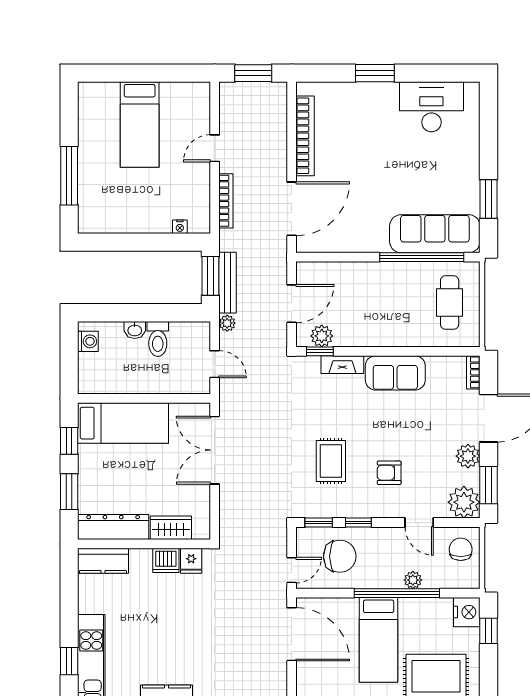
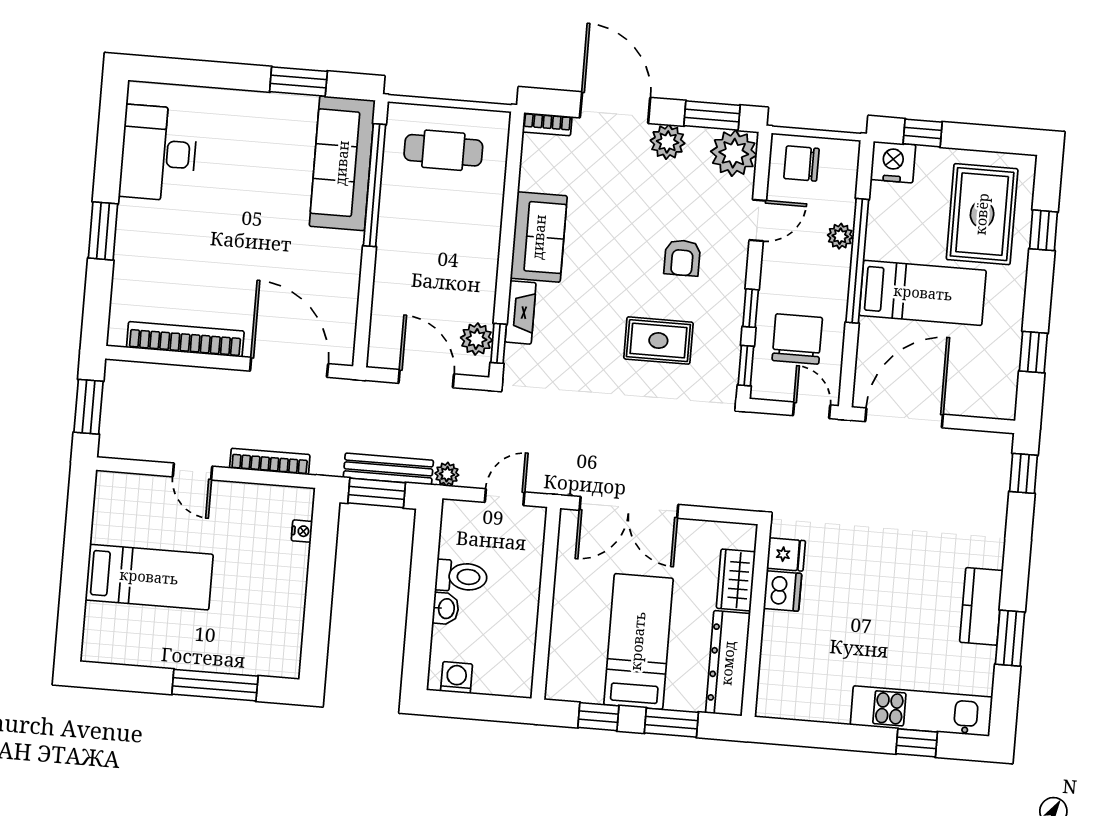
bed: (123, 423) -> (638, 641), moved
kitchen counter: (103, 561) -> (776, 682), removed

